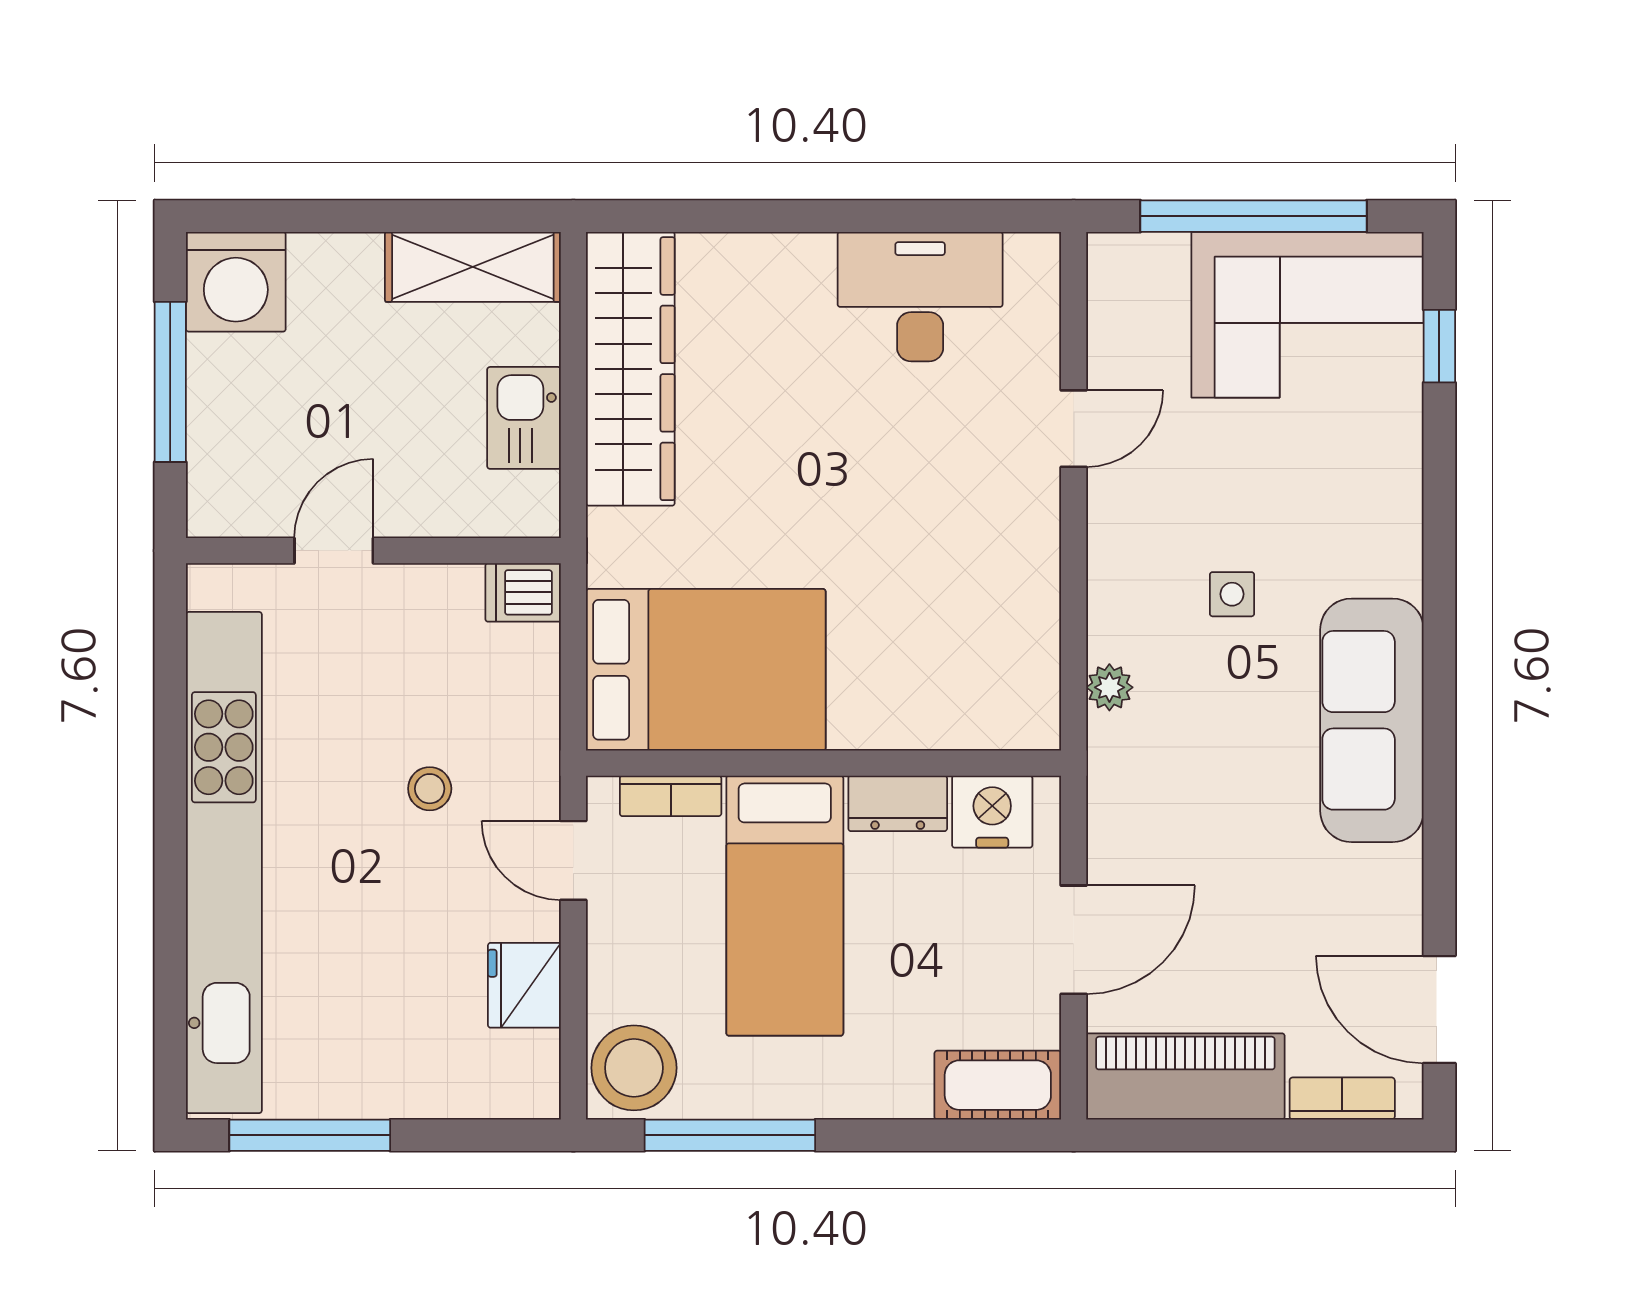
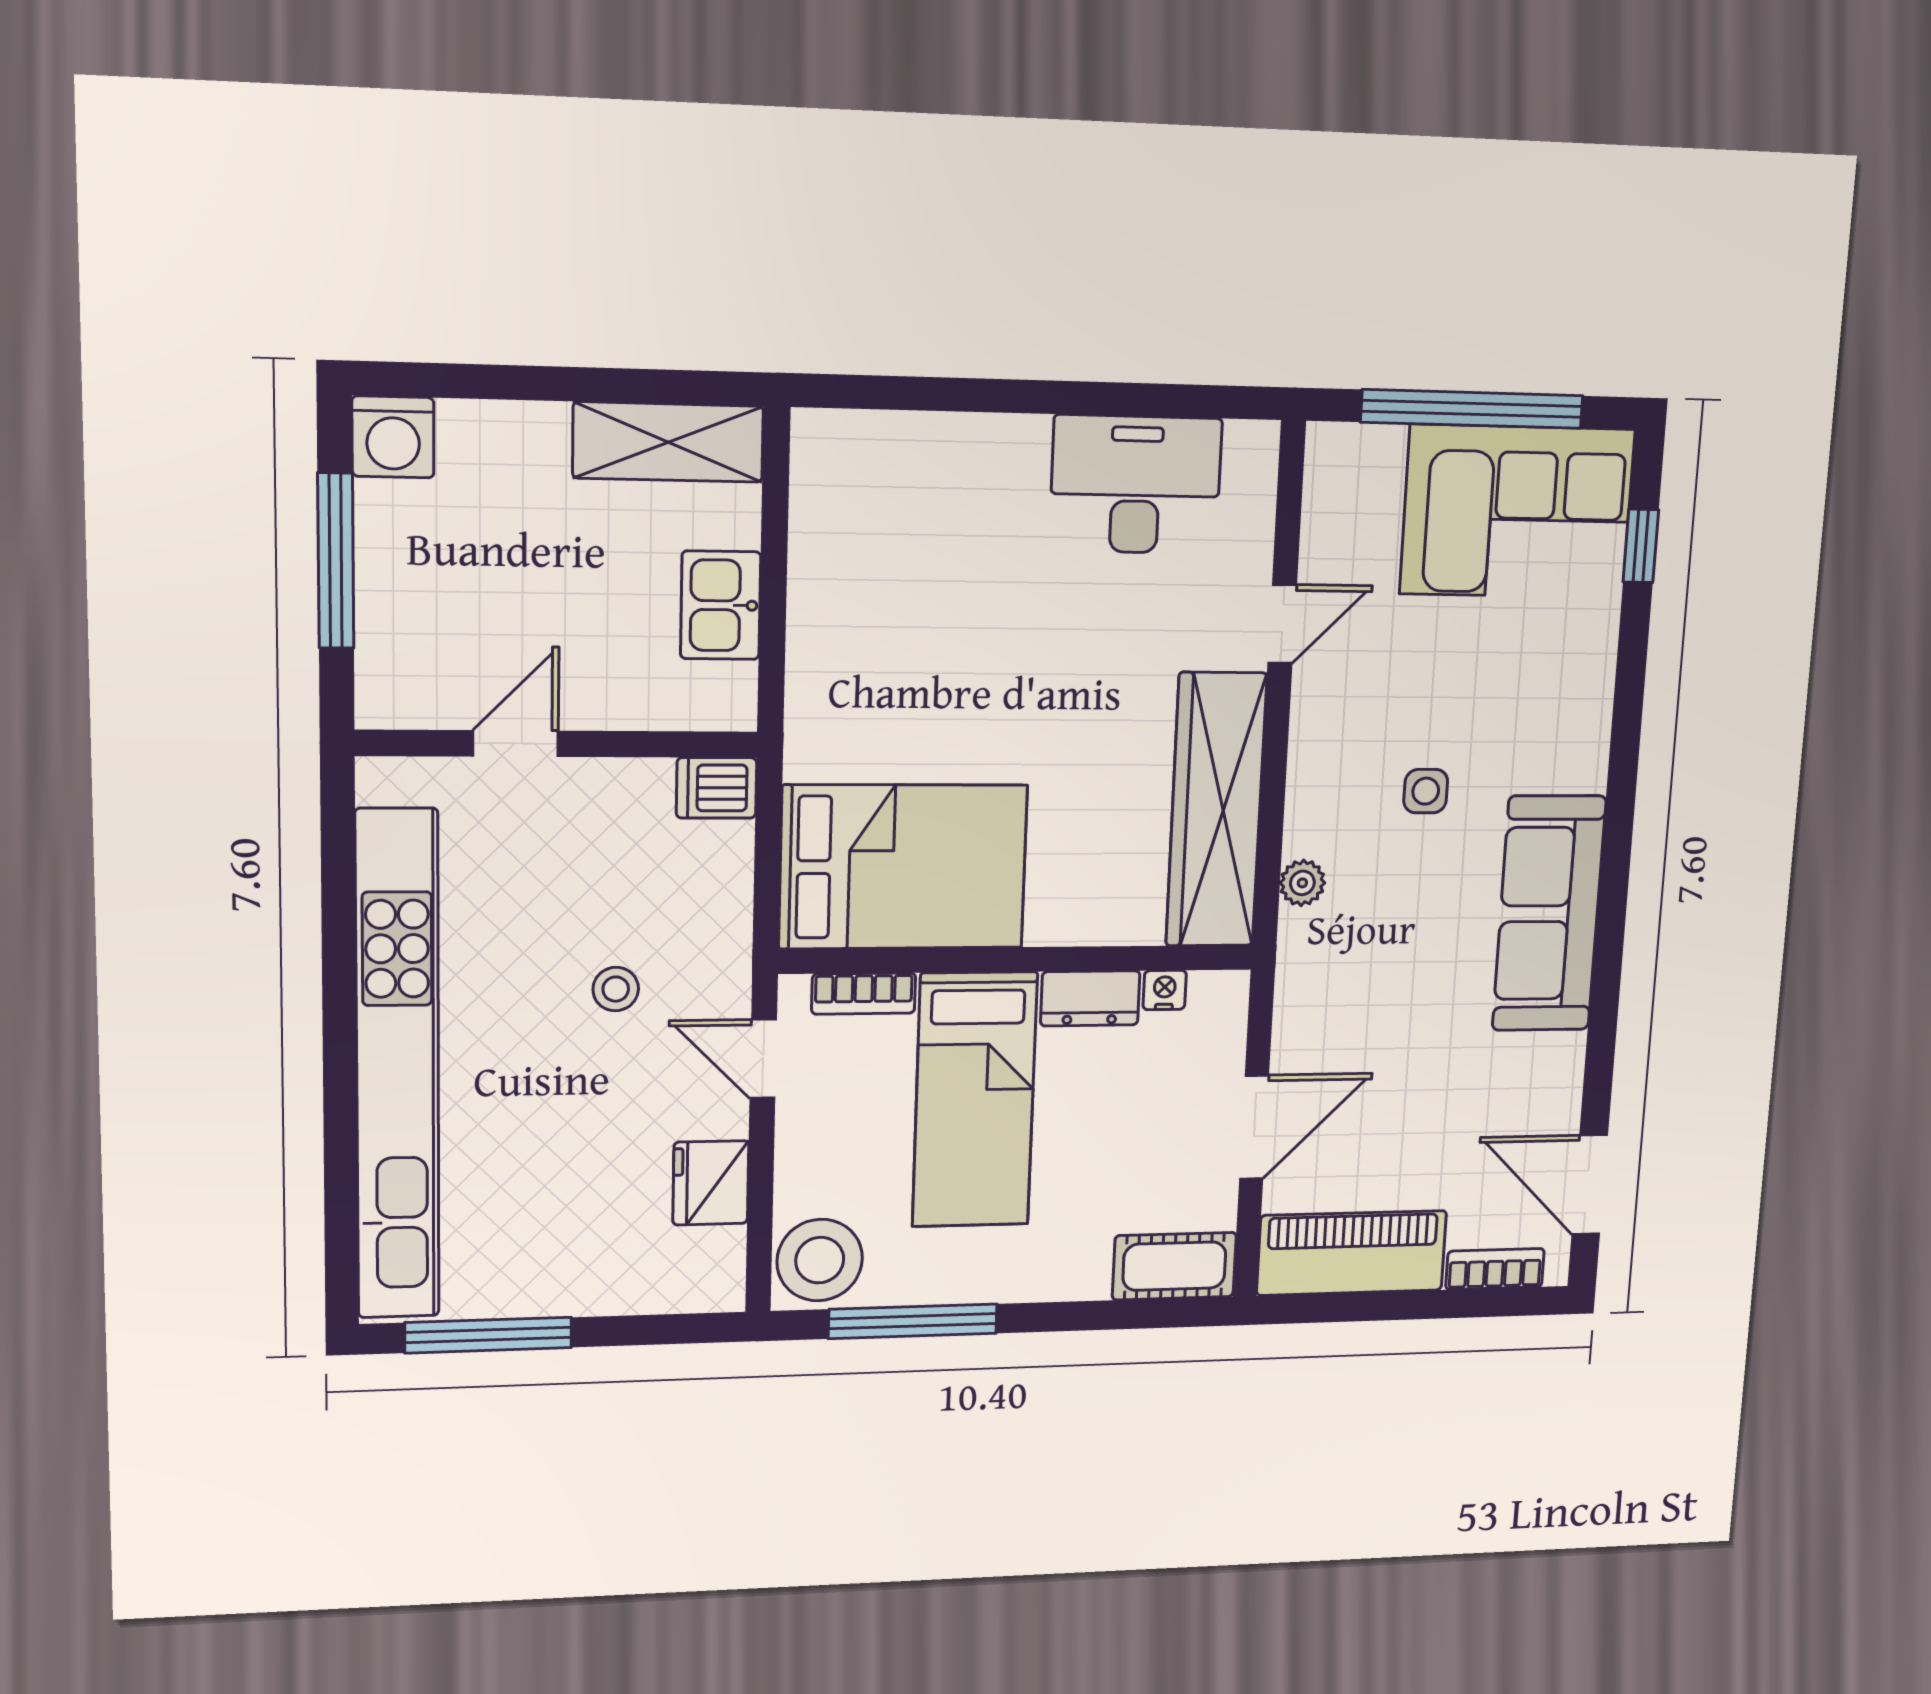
washing machine: (236, 282) -> (393, 437), width x0.73, depth x0.73
wardrobe: (630, 369) -> (1216, 810), moved, turned 180
nightstand: (992, 812) -> (1165, 990), width x0.53, depth x0.56

